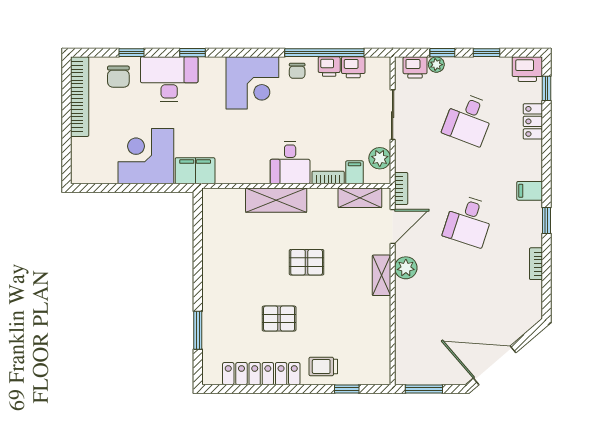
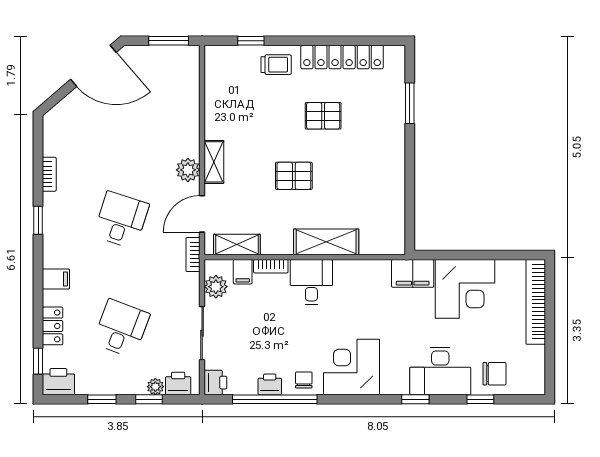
printer: (353, 67) -> (215, 383), moved, turned 90
chair: (118, 77) -> (494, 374), turned 90
bookcase: (80, 97) -> (536, 302), moved
filing cabinet: (530, 191) -> (56, 279), moved

